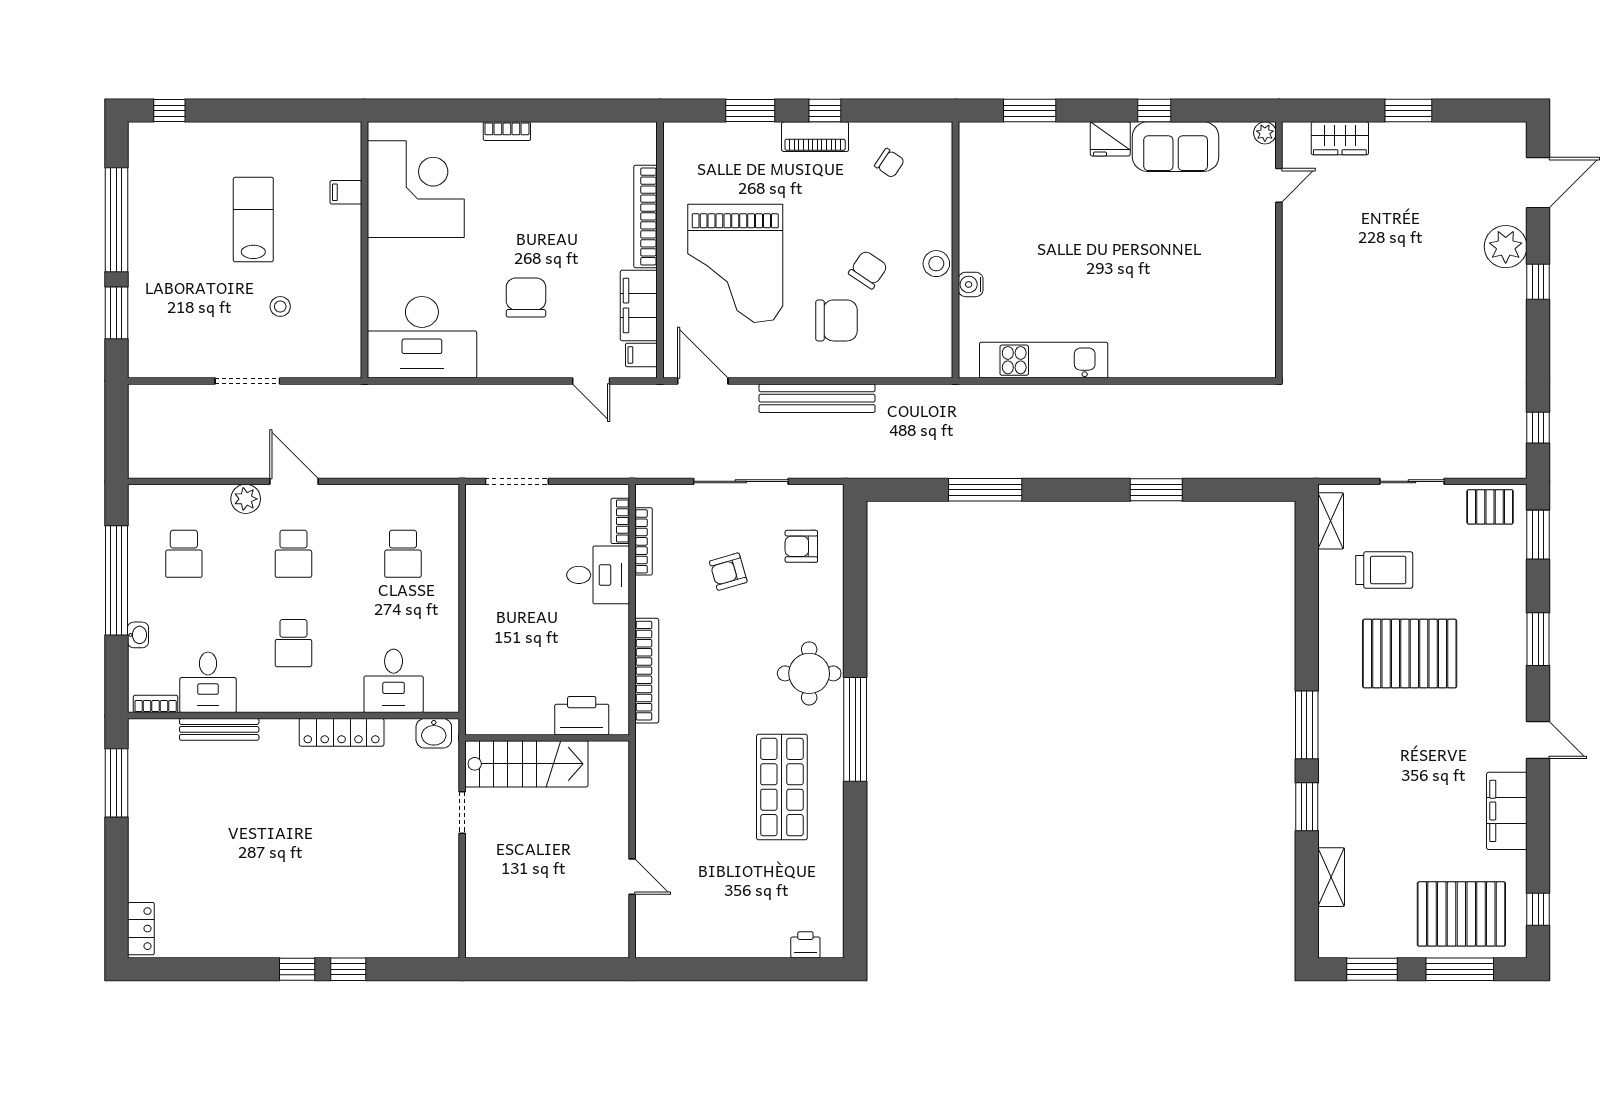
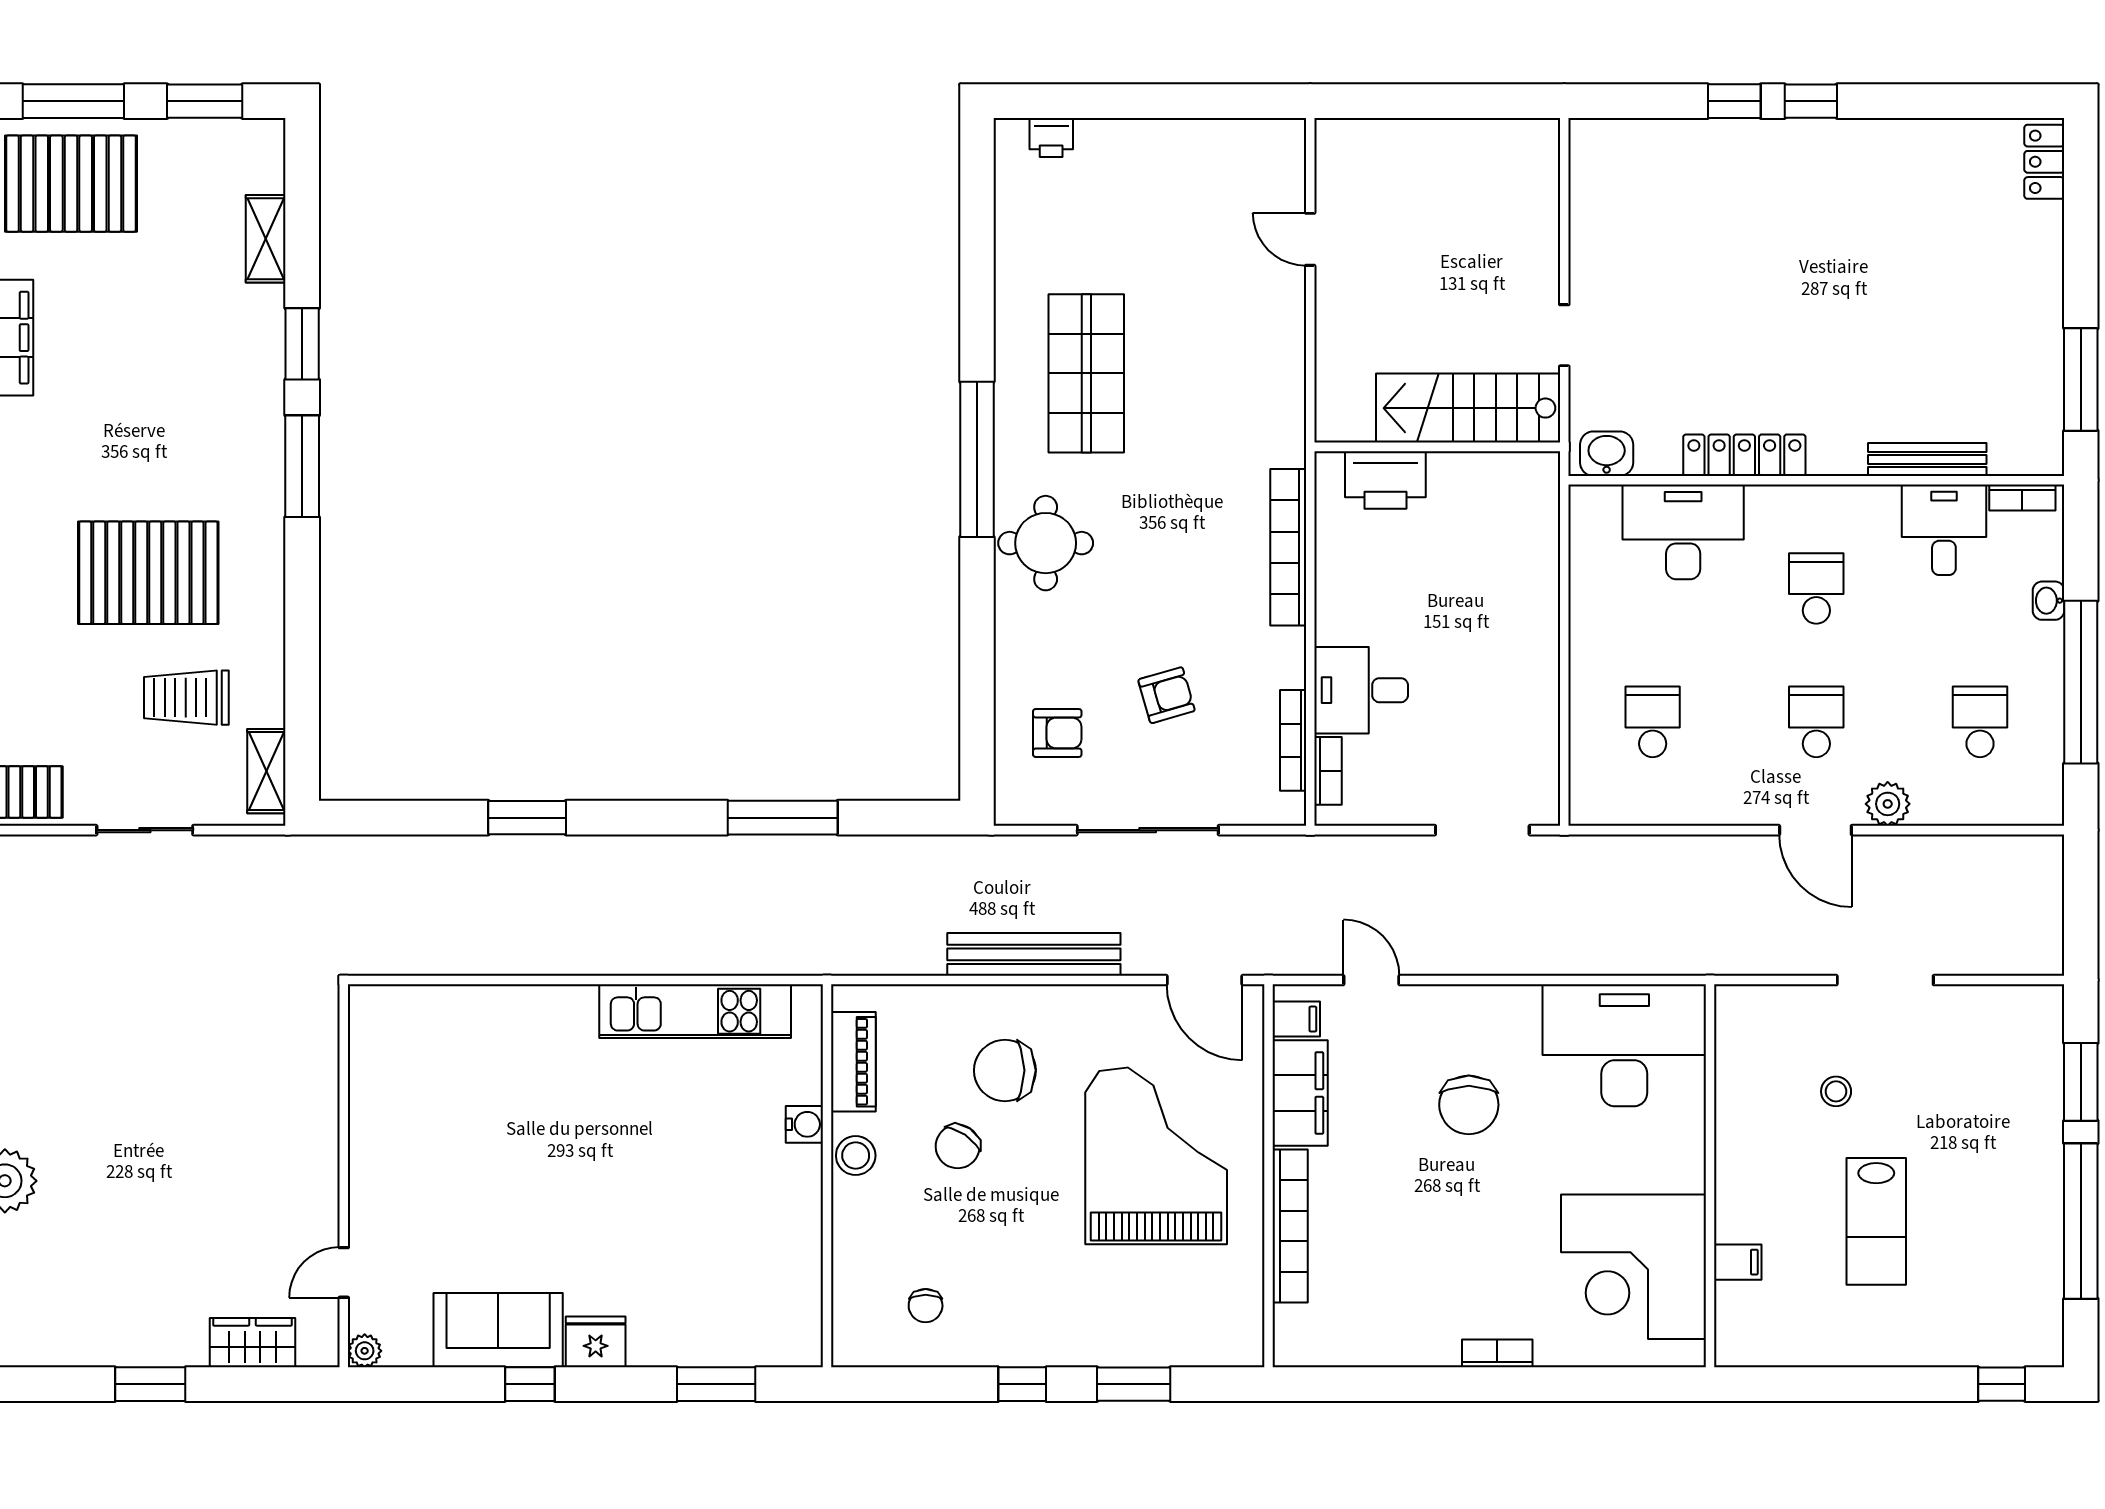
piano: (815, 137) -> (853, 1062), moved, turned 90
chair: (890, 163) -> (926, 1306), turned -124
desk: (394, 681) -> (1683, 532), width x1.37

